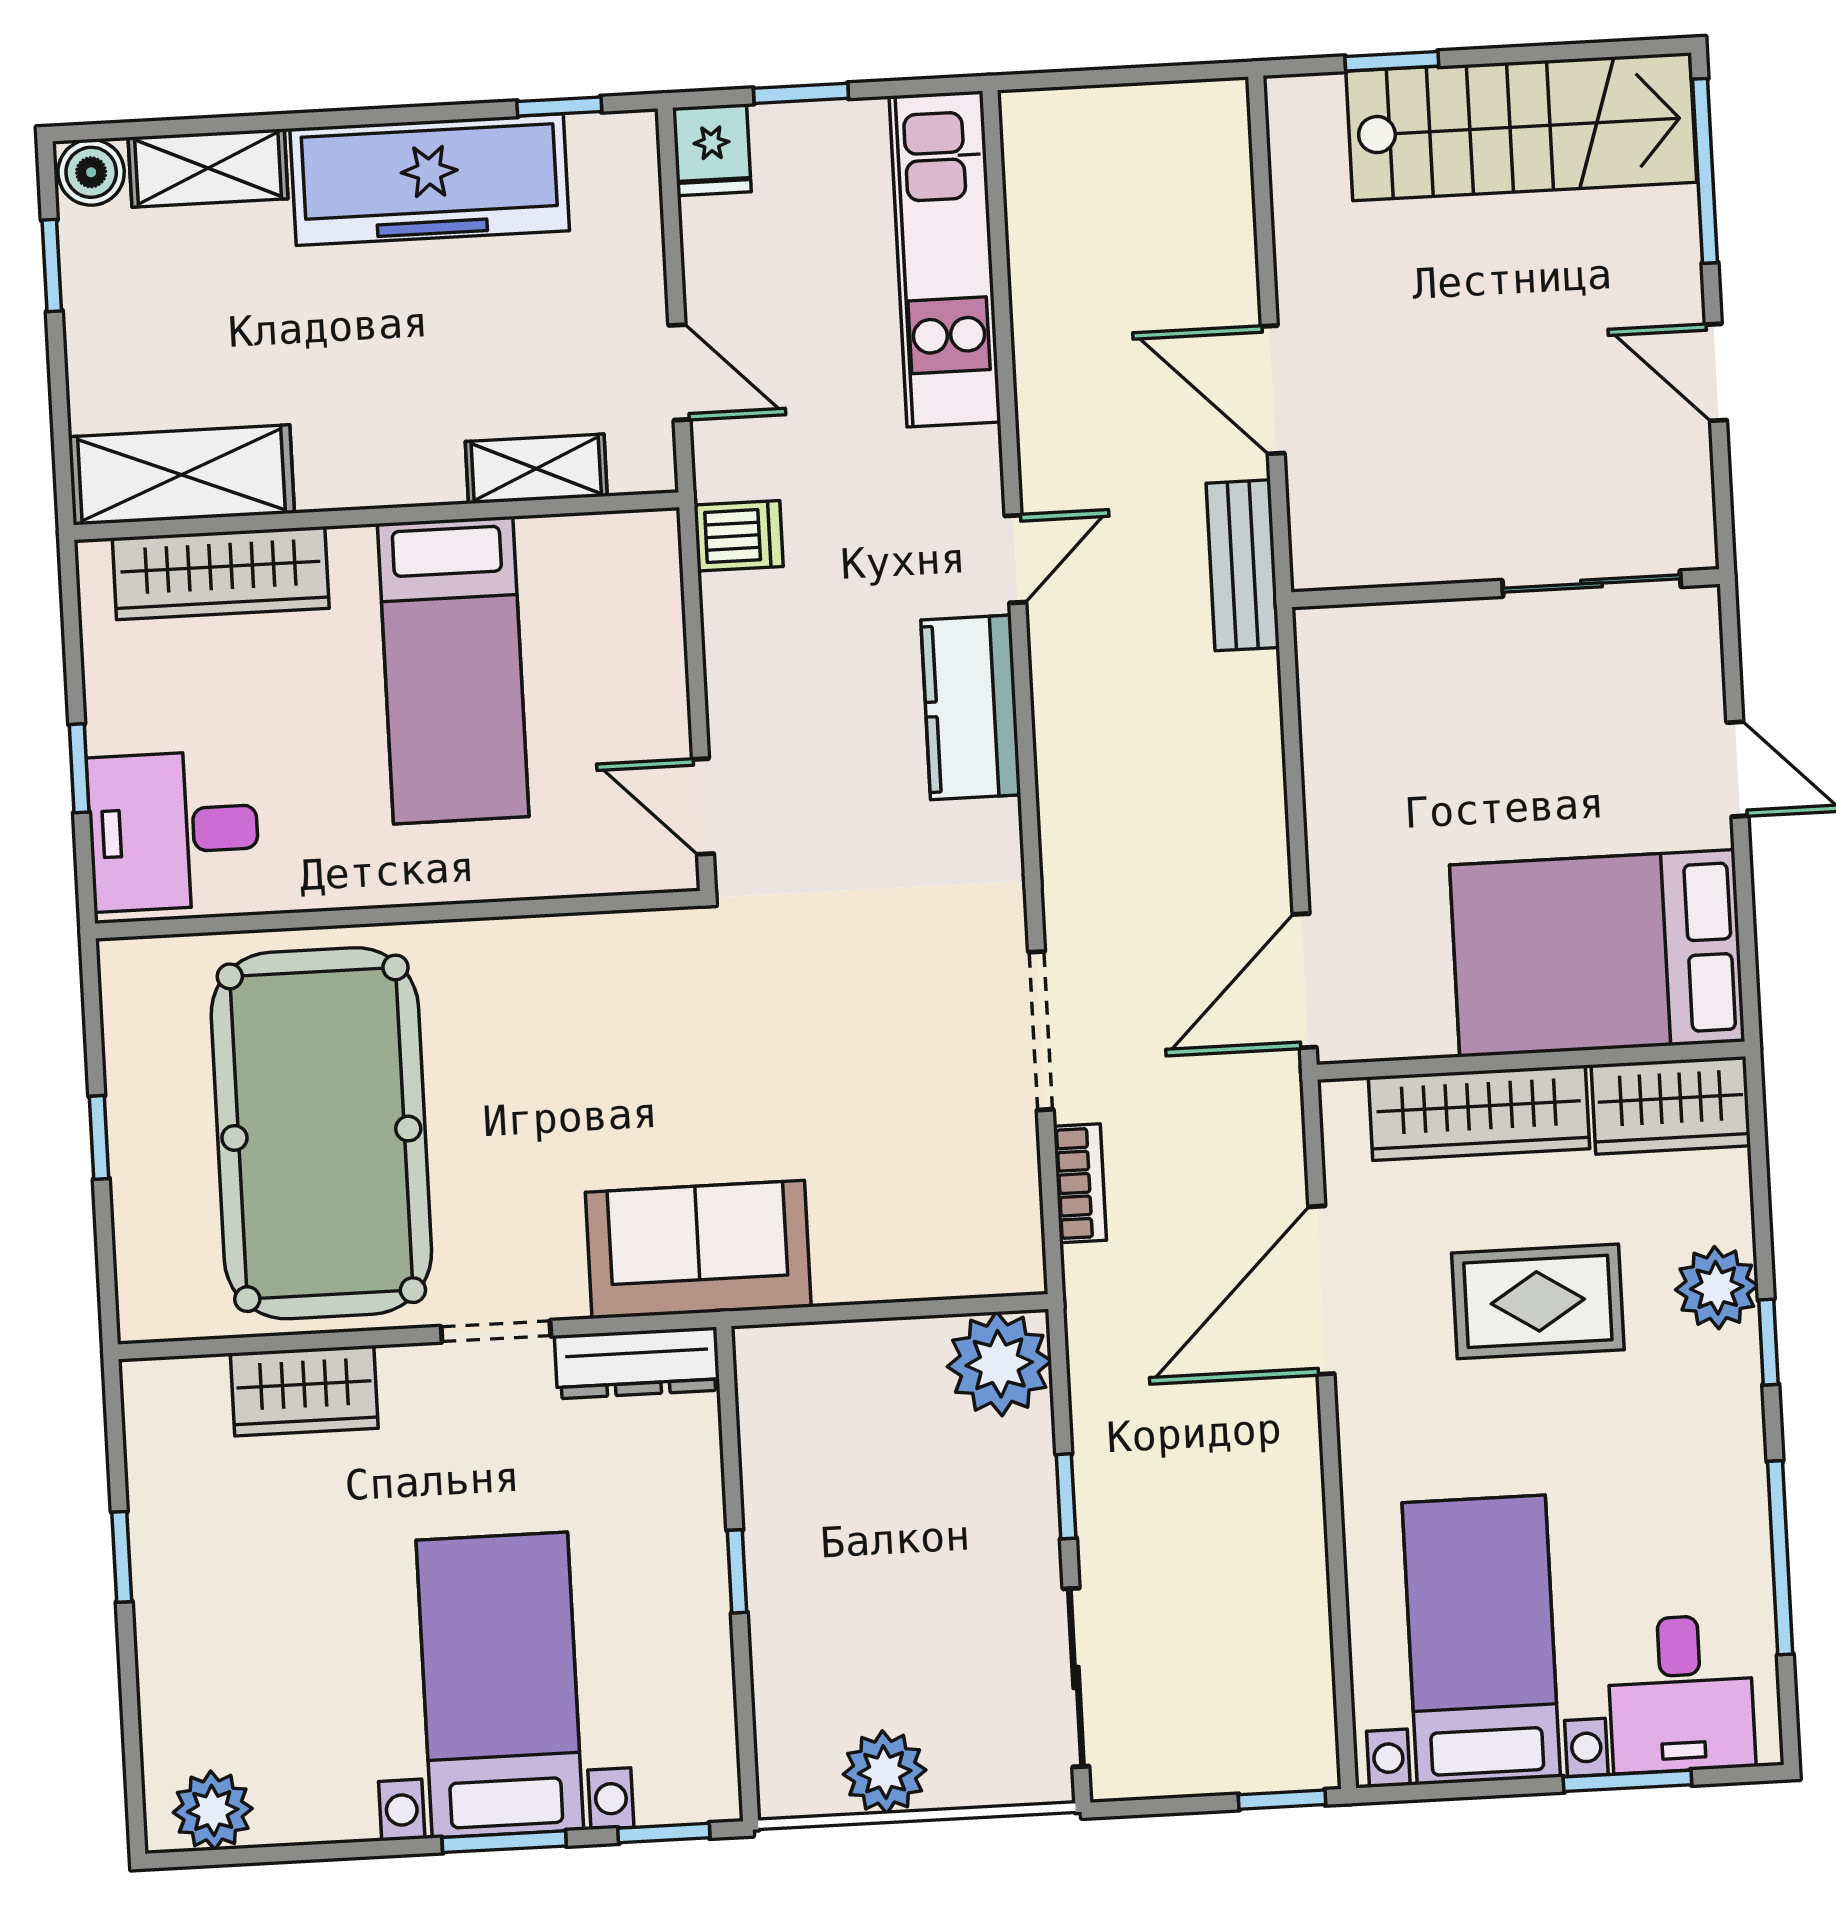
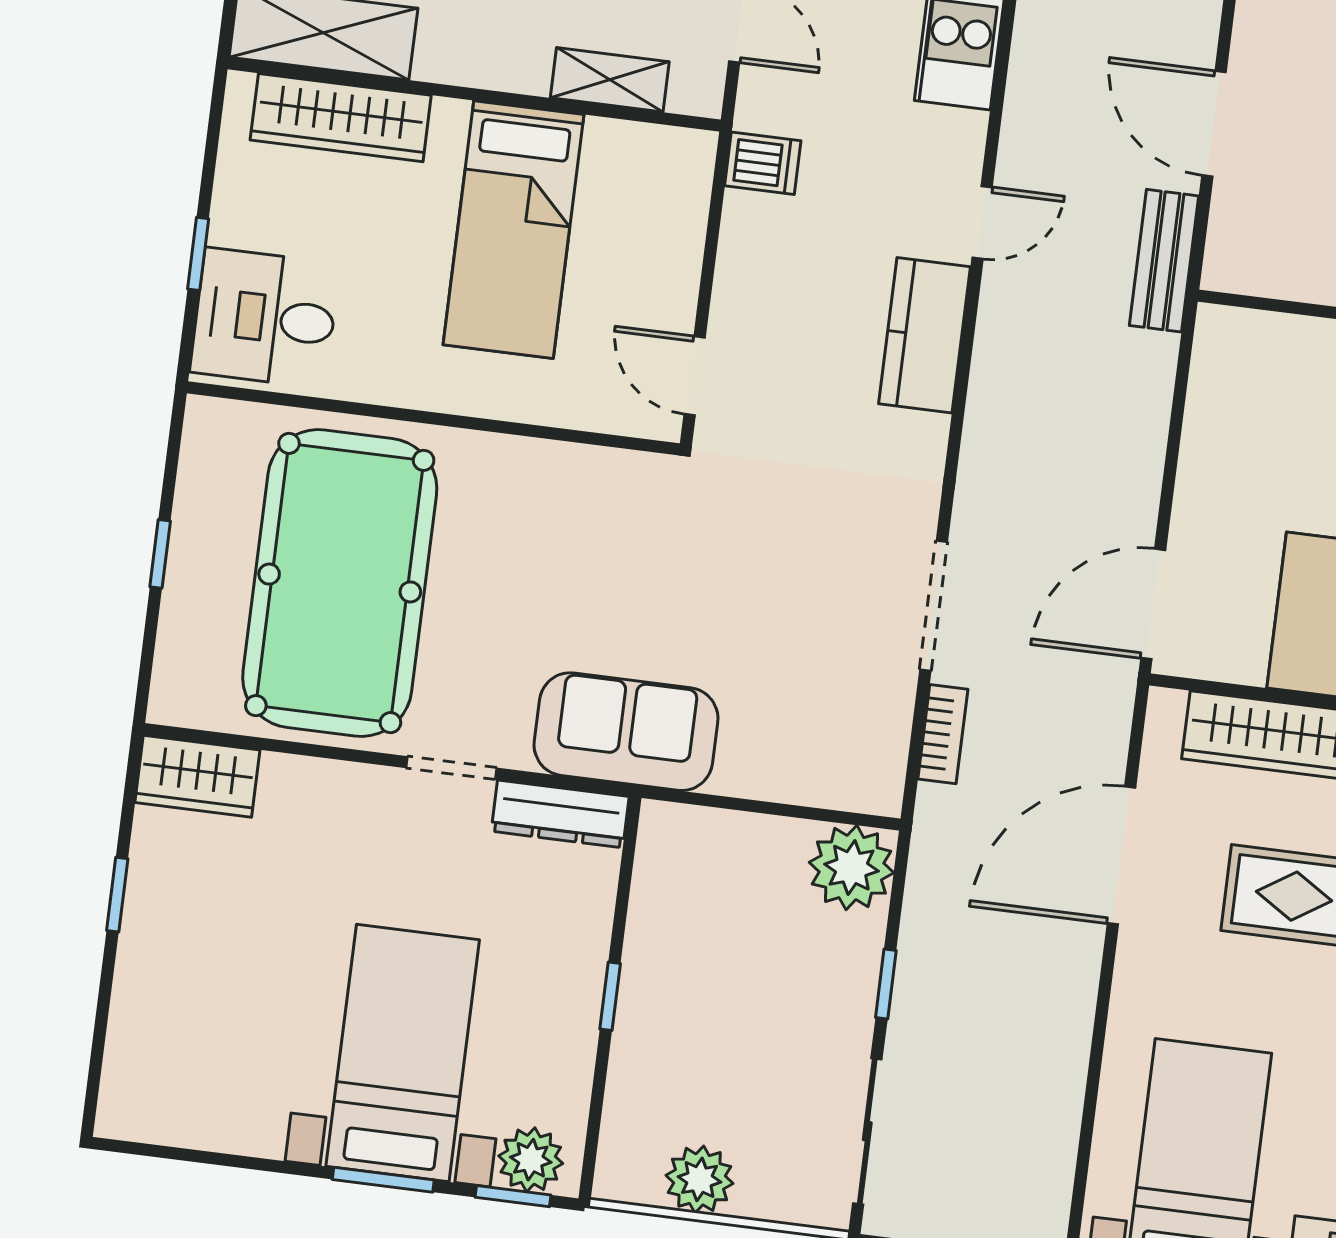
wardrobe: (304, 1391) -> (197, 776), moved
plant: (213, 1810) -> (531, 1160), moved

